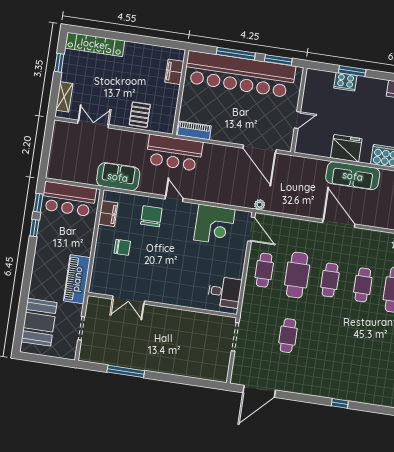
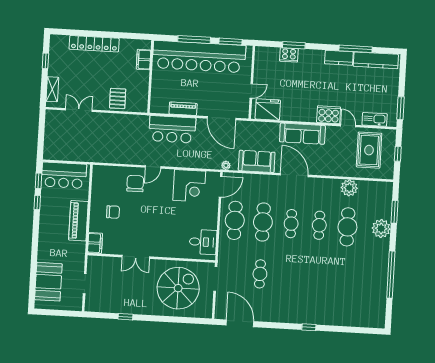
locker: (95, 44) -> (94, 44), moved
piano: (194, 130) -> (183, 109), moved
fridge: (346, 148) -> (268, 110), moved
bar counter: (174, 153) -> (172, 129), moved
sofa: (118, 177) -> (257, 161), moved
door: (174, 199) -> (153, 167), swing flipped
filing cabinet: (108, 214) -> (95, 243), moved
door: (251, 229) -> (221, 187), hinge flipped
cafe table: (264, 270) -> (235, 220), width x1.37, depth x1.35
piano: (77, 279) -> (78, 221), moved
double door: (128, 300) -> (136, 257), moved
spiral stairs: (191, 344) -> (178, 288), added
window: (126, 371) -> (125, 317), width x0.46
door: (259, 391) -> (240, 323), swing flipped

